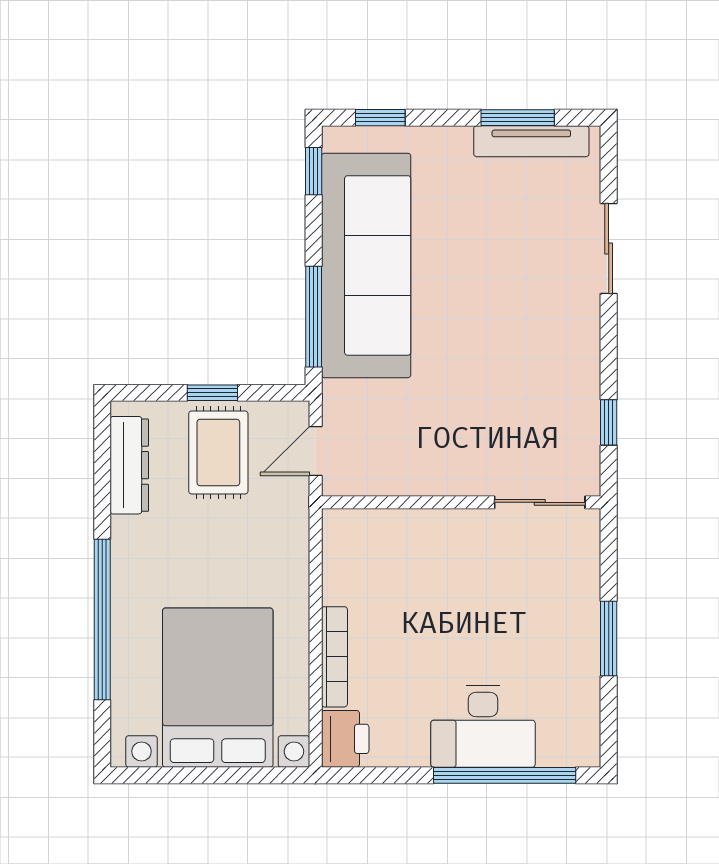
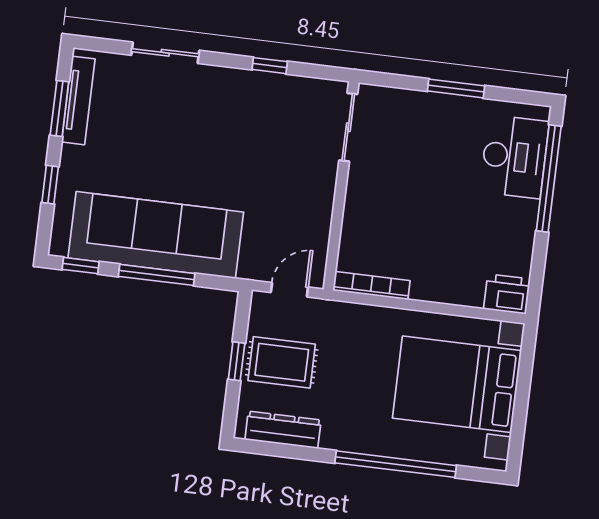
window: (380, 118) -> (50, 185), moved
window: (314, 317) -> (157, 275), moved
window: (609, 422) -> (270, 66), moved
door: (316, 451) -> (289, 290), swing flipped
bookcase: (334, 657) -> (371, 286), moved
desk: (483, 727) -> (514, 157), moved

